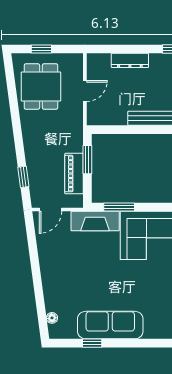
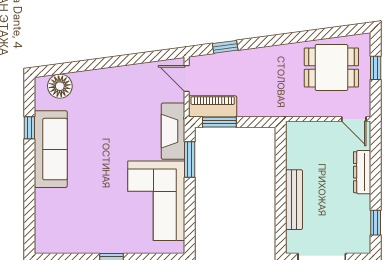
door: (85, 91) -> (354, 119), moved
window: (87, 160) -> (219, 122), moved
piano: (74, 174) -> (213, 106), moved
floor lamp: (52, 318) -> (60, 86), width x1.89, depth x1.89

